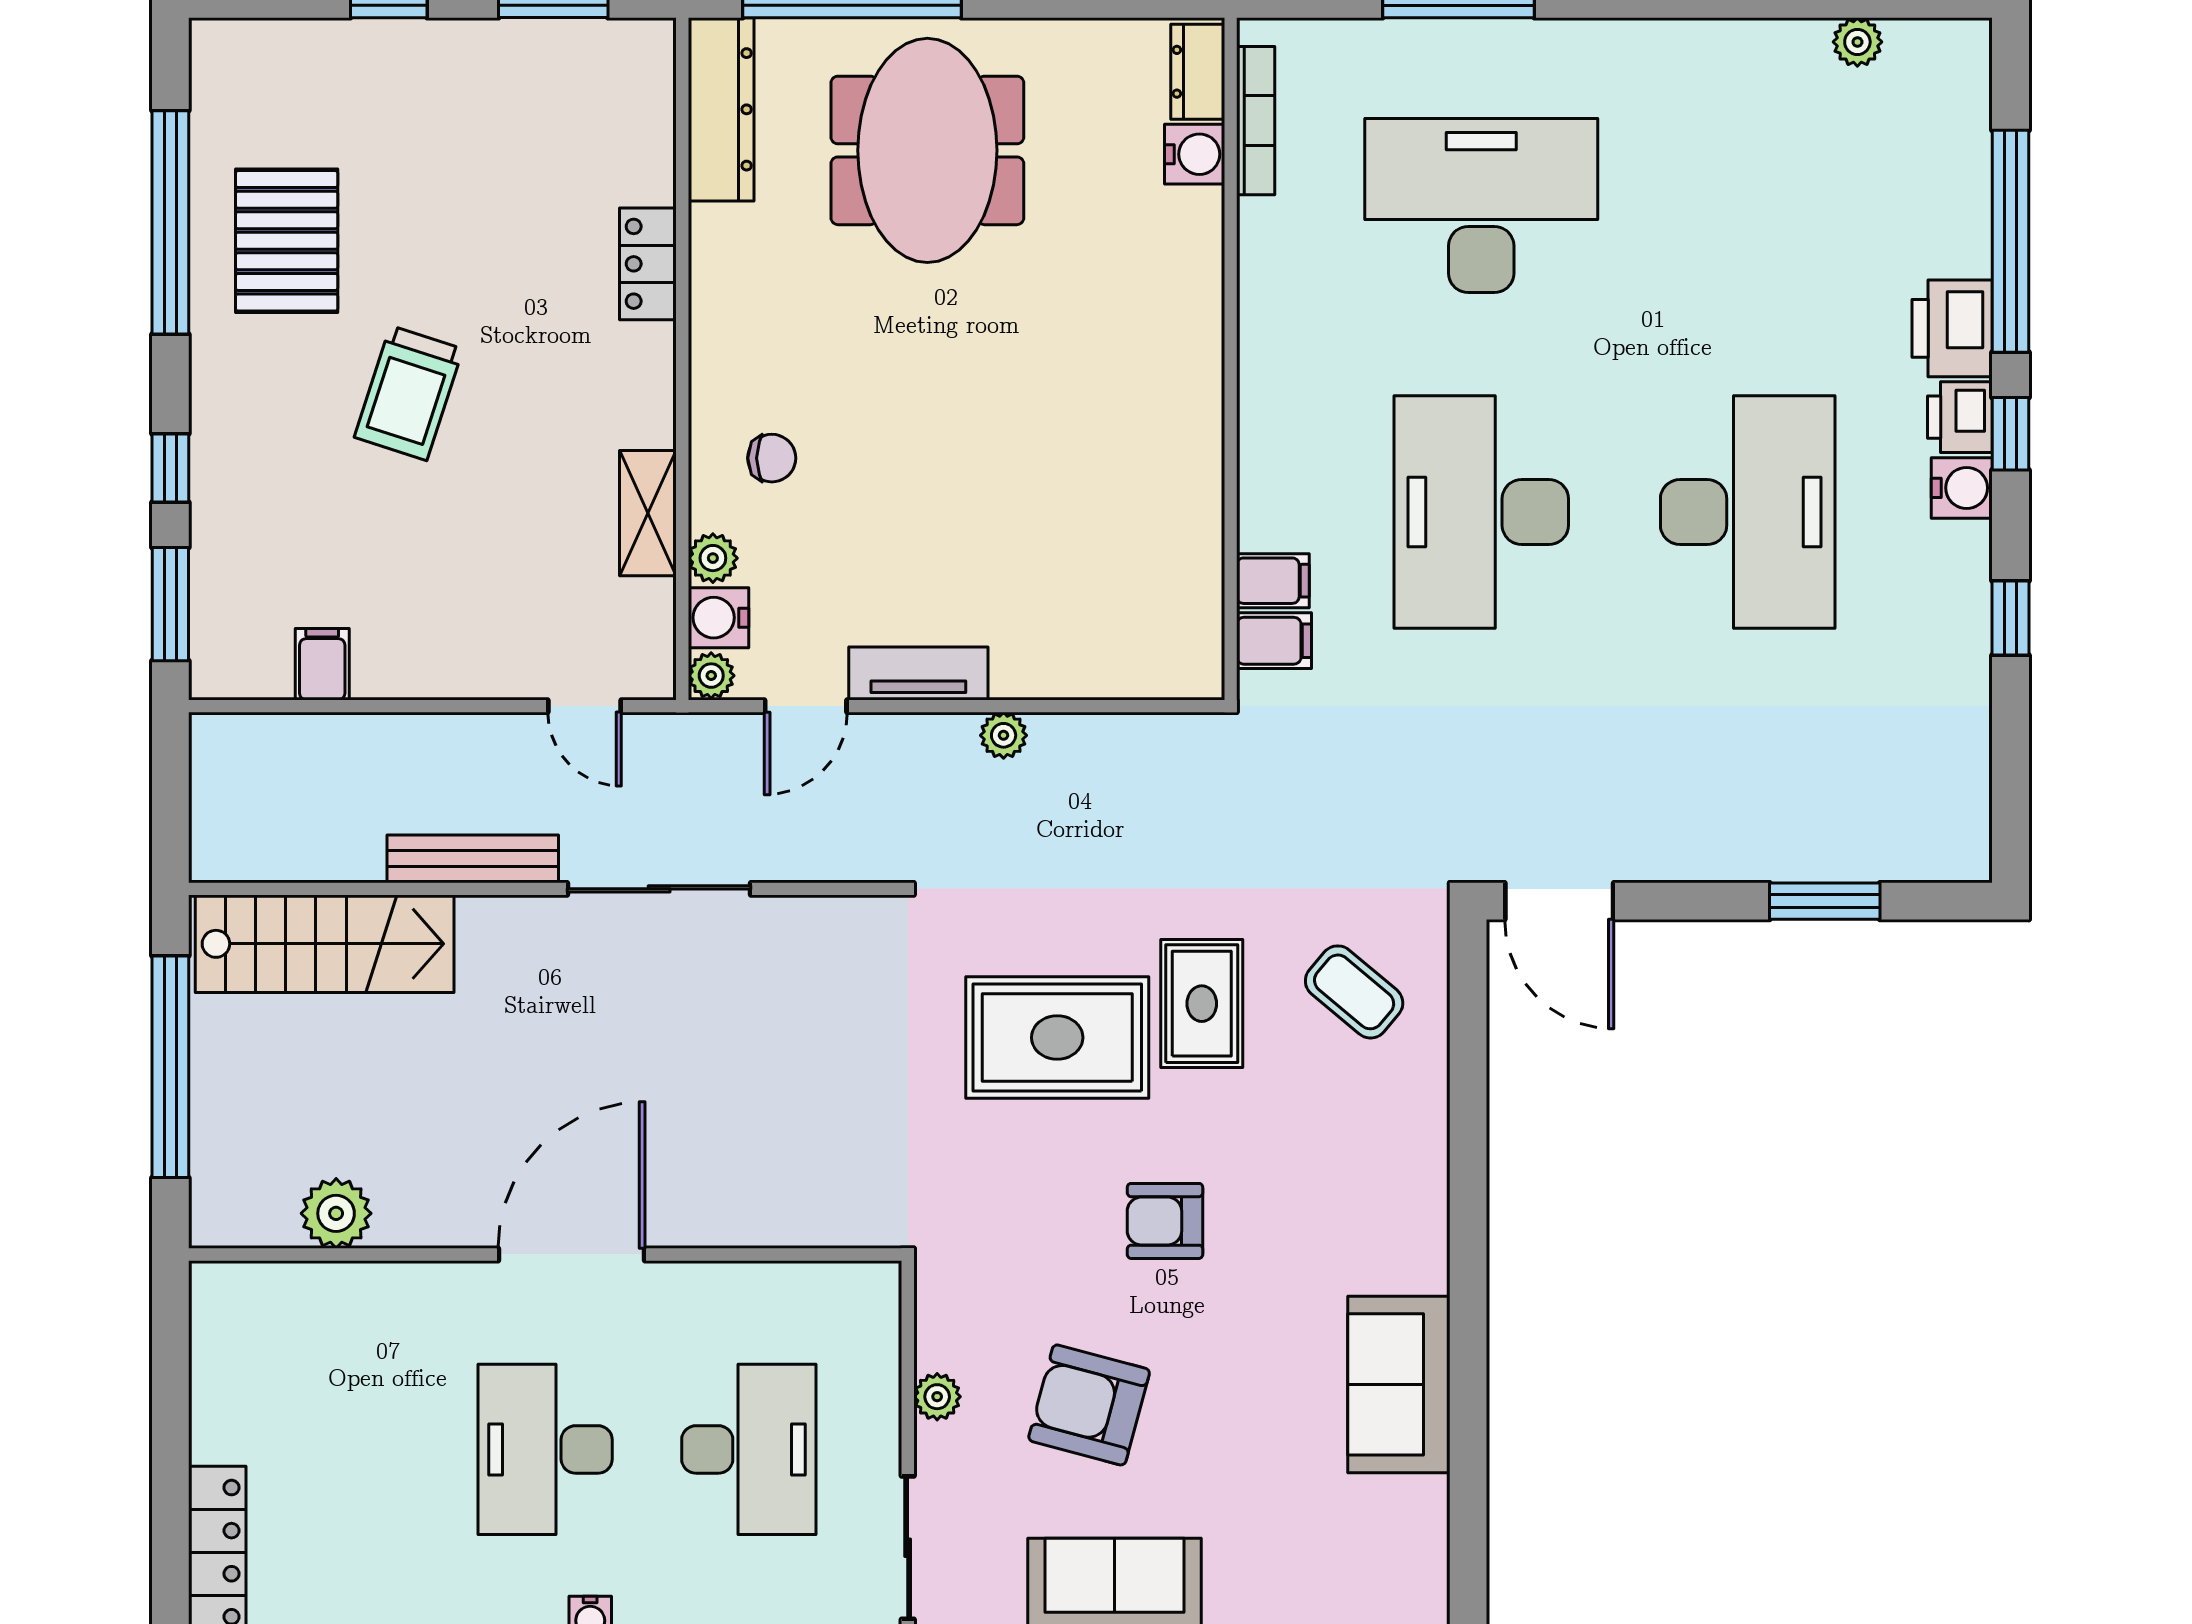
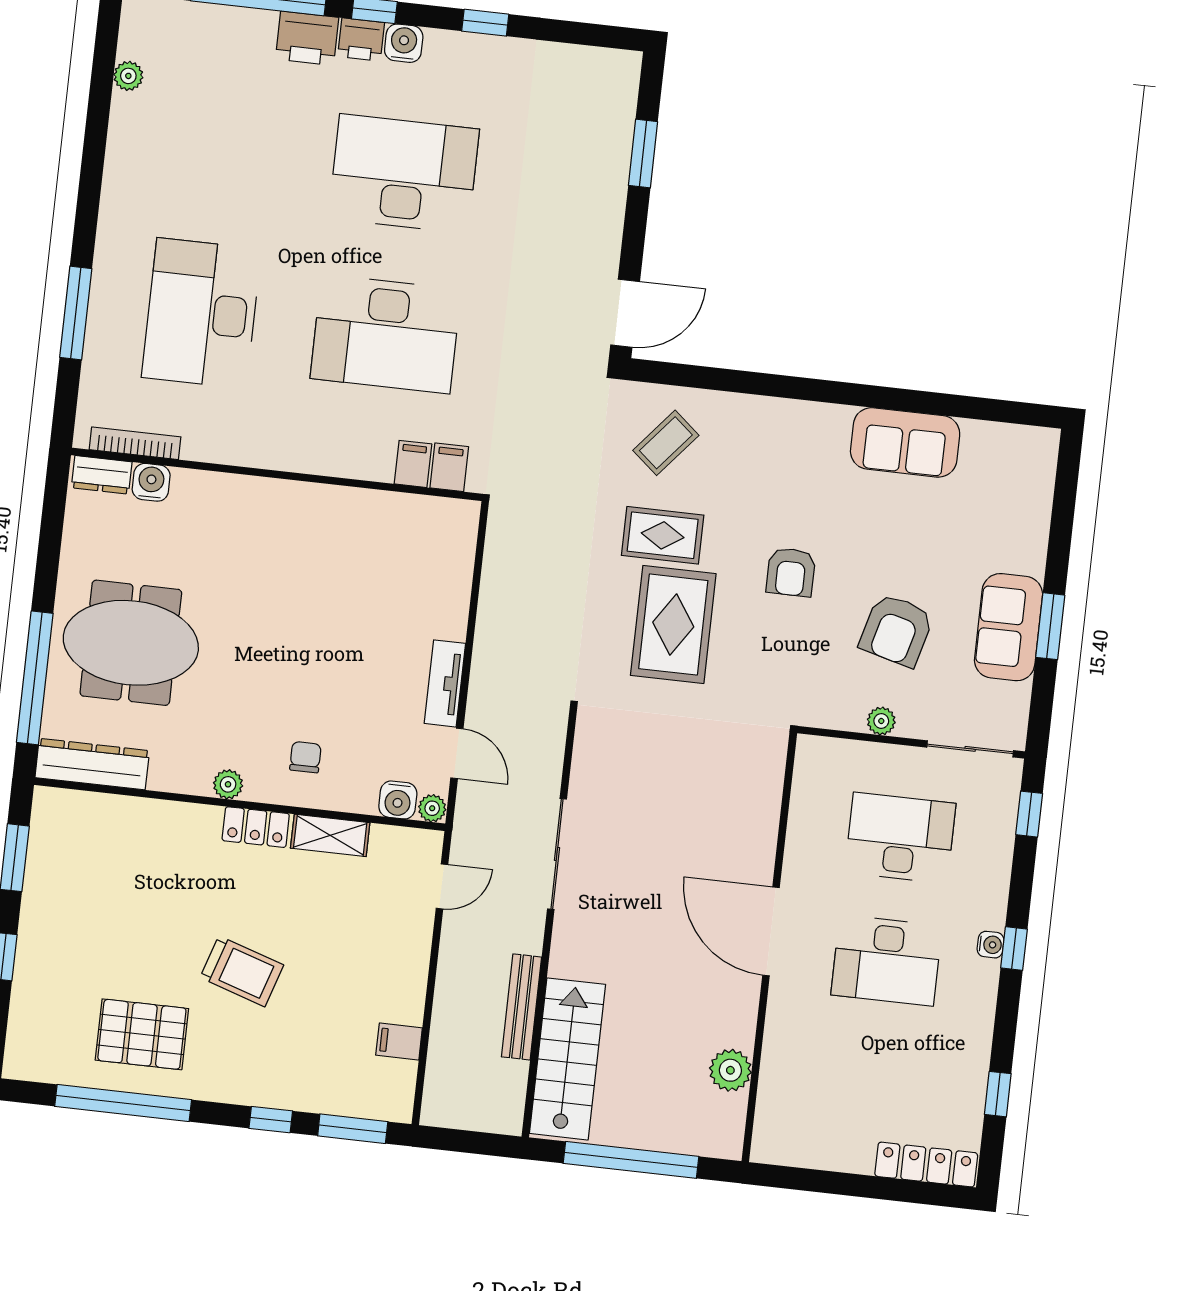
locker: (648, 264) -> (256, 827), moved
plant: (713, 558) -> (228, 784), moved
plant: (1004, 735) -> (488, 636), removed
bench: (473, 859) -> (522, 1007), moved

